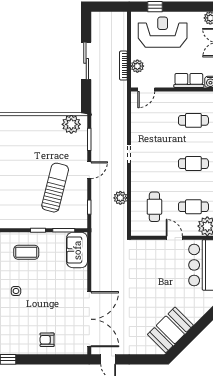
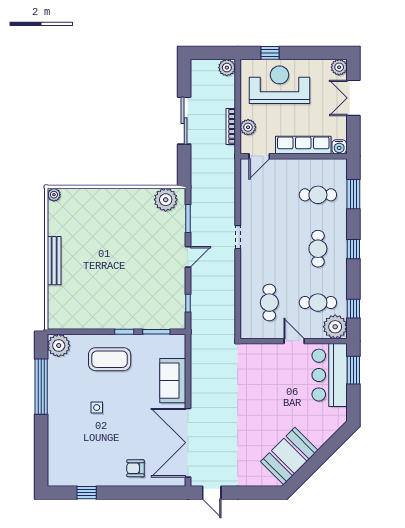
row of seats: (189, 80) -> (303, 145), width x1.48
cafe table: (193, 164) -> (318, 249), turned 90
sun lounger: (55, 188) -> (146, 279), removed
plant: (120, 198) -> (227, 68), moved
sofa: (77, 250) -> (173, 381), moved
coffee table: (26, 252) -> (110, 359), width x1.36, depth x1.32
double door: (89, 319) -> (188, 443), swing flipped

